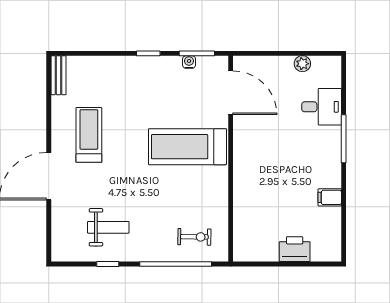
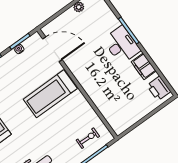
desk: (322, 107) -> (122, 45), moved, width x1.37
filing cabinet: (330, 197) -> (144, 66), width x2.00
printer: (295, 249) -> (159, 88), moved, turned -90

